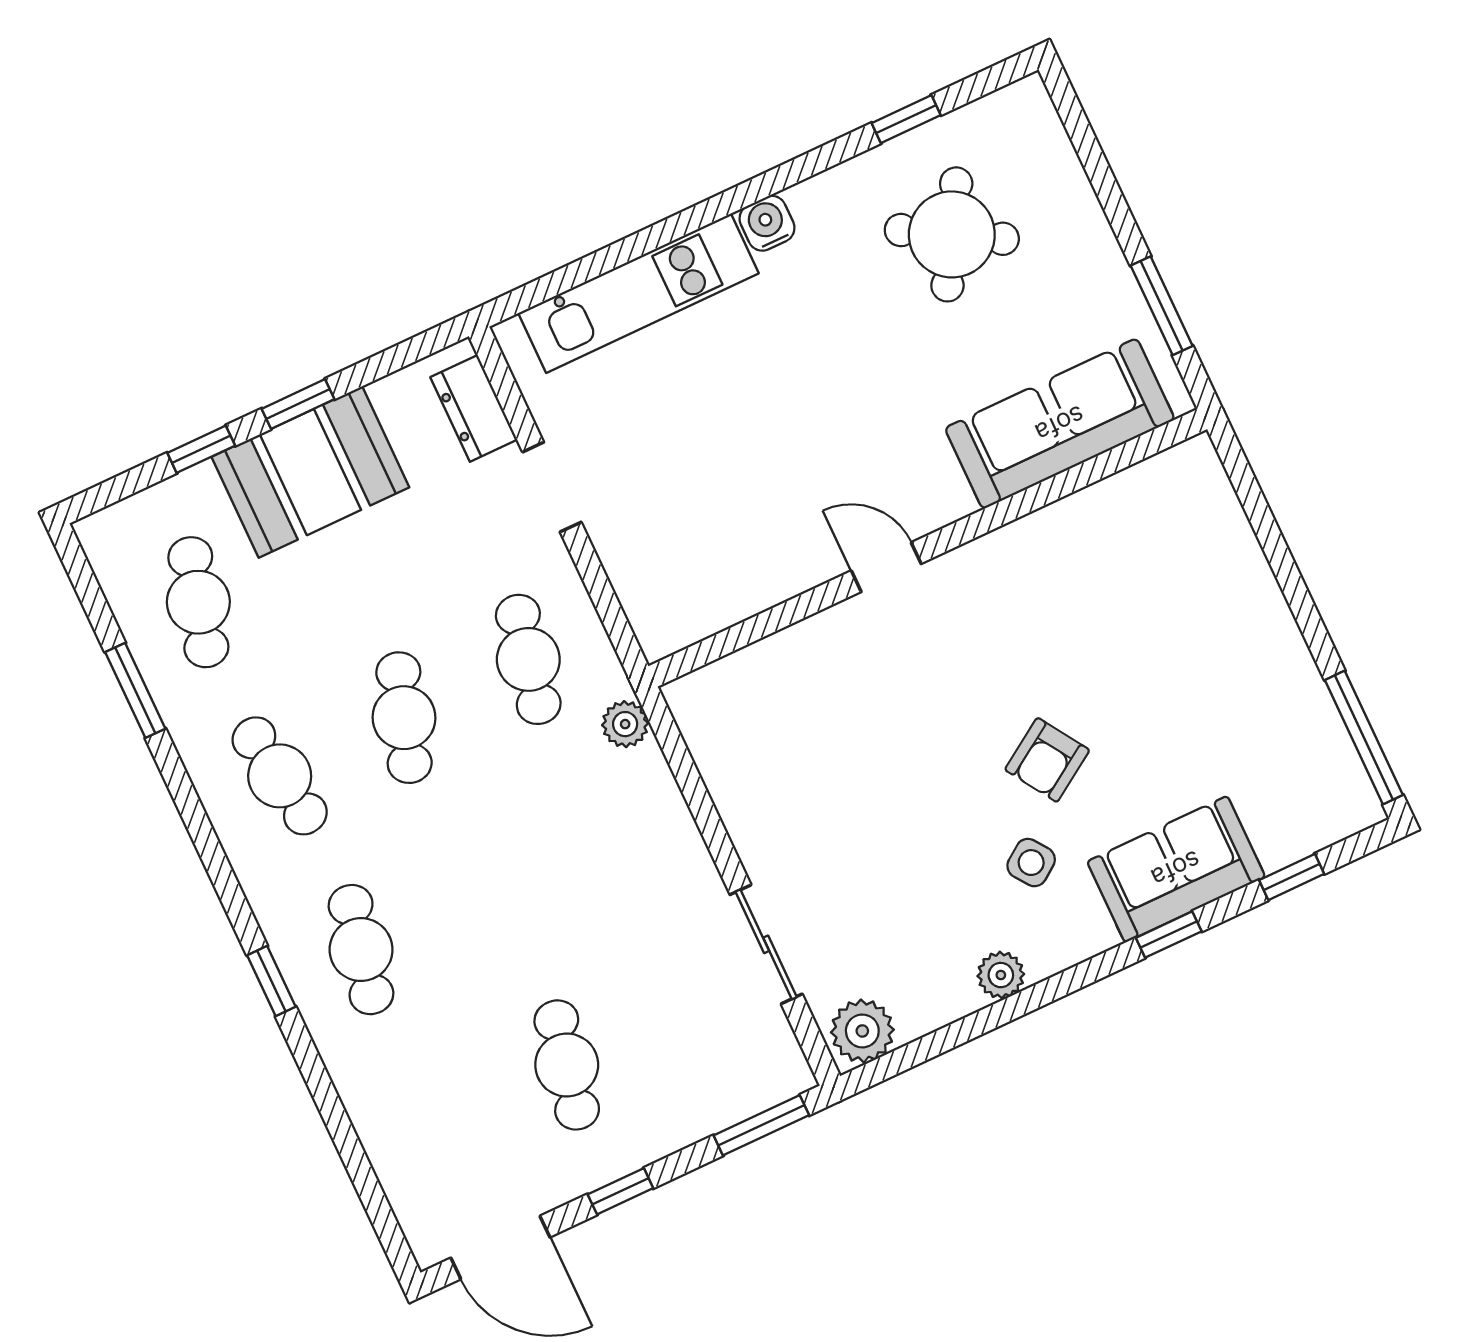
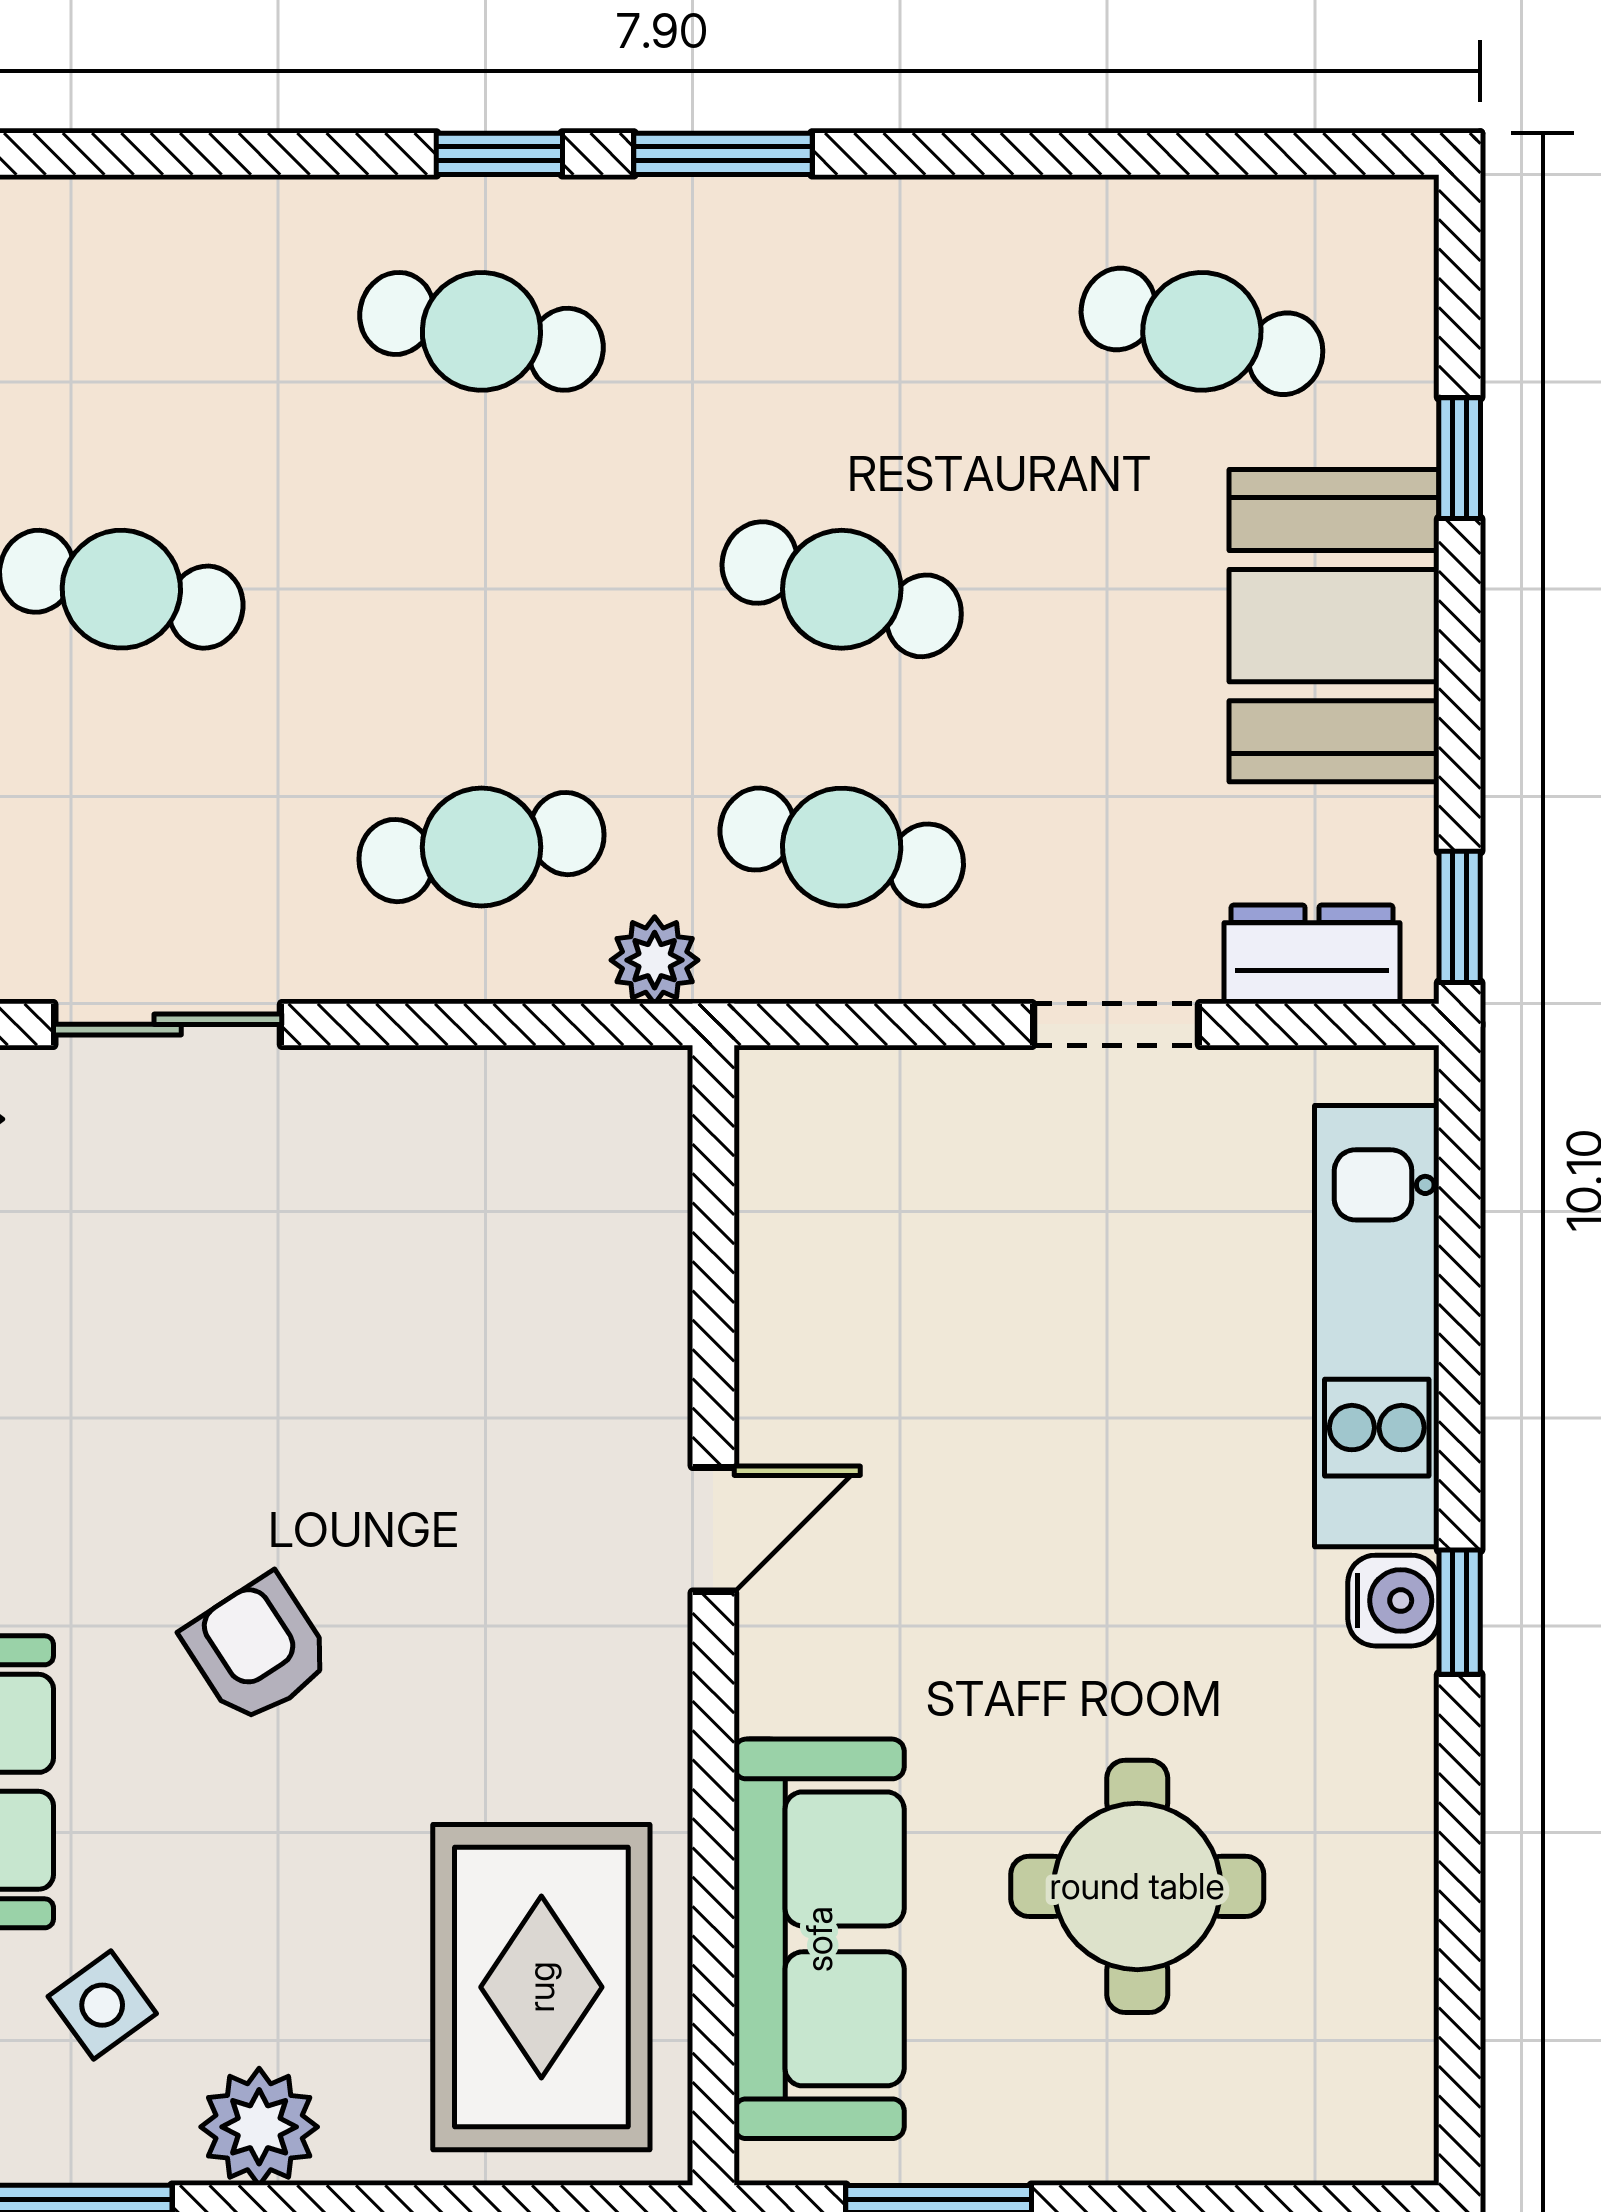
window: (906, 119) -> (1460, 1612), moved
round table: (952, 234) -> (1137, 1886), moved, turned -30
window: (298, 404) -> (1460, 917), moved
rug: (1146, 547) -> (541, 1987), added
plant: (1277, 651) -> (259, 2127), added
window: (135, 690) -> (723, 154), moved
cafe table: (280, 776) -> (481, 847), moved
side table: (1031, 863) -> (102, 2005), moved

